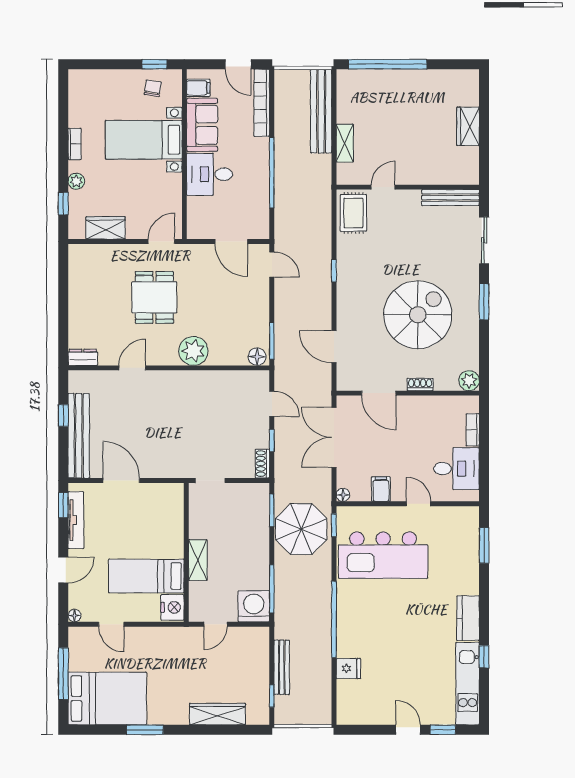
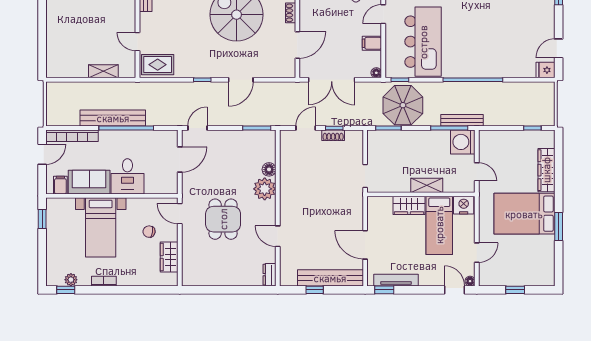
window: (388, 64) -> (42, 38), removed
chair: (153, 88) -> (149, 232), moved
bench: (321, 111) -> (113, 118), moved
plant: (76, 181) -> (71, 280), moved
window: (63, 204) -> (66, 290), moved
dining table: (154, 297) -> (223, 219), turned 90
door: (334, 347) -> (241, 80), moved
floor lamp: (257, 357) -> (269, 169), moved
shoe rack: (262, 464) -> (333, 135), moved
door: (121, 481) -> (365, 245), hinge flipped
wardrobe: (172, 537) -> (409, 205), added
door: (63, 570) -> (455, 290), moved
bench: (282, 667) -> (462, 120), moved
fridge: (348, 669) -> (545, 70), moved, turned -90
window: (63, 674) -> (515, 290), width x0.46
bed: (107, 698) -> (524, 214), moved, turned -90
door: (408, 730) -> (559, 48), moved

